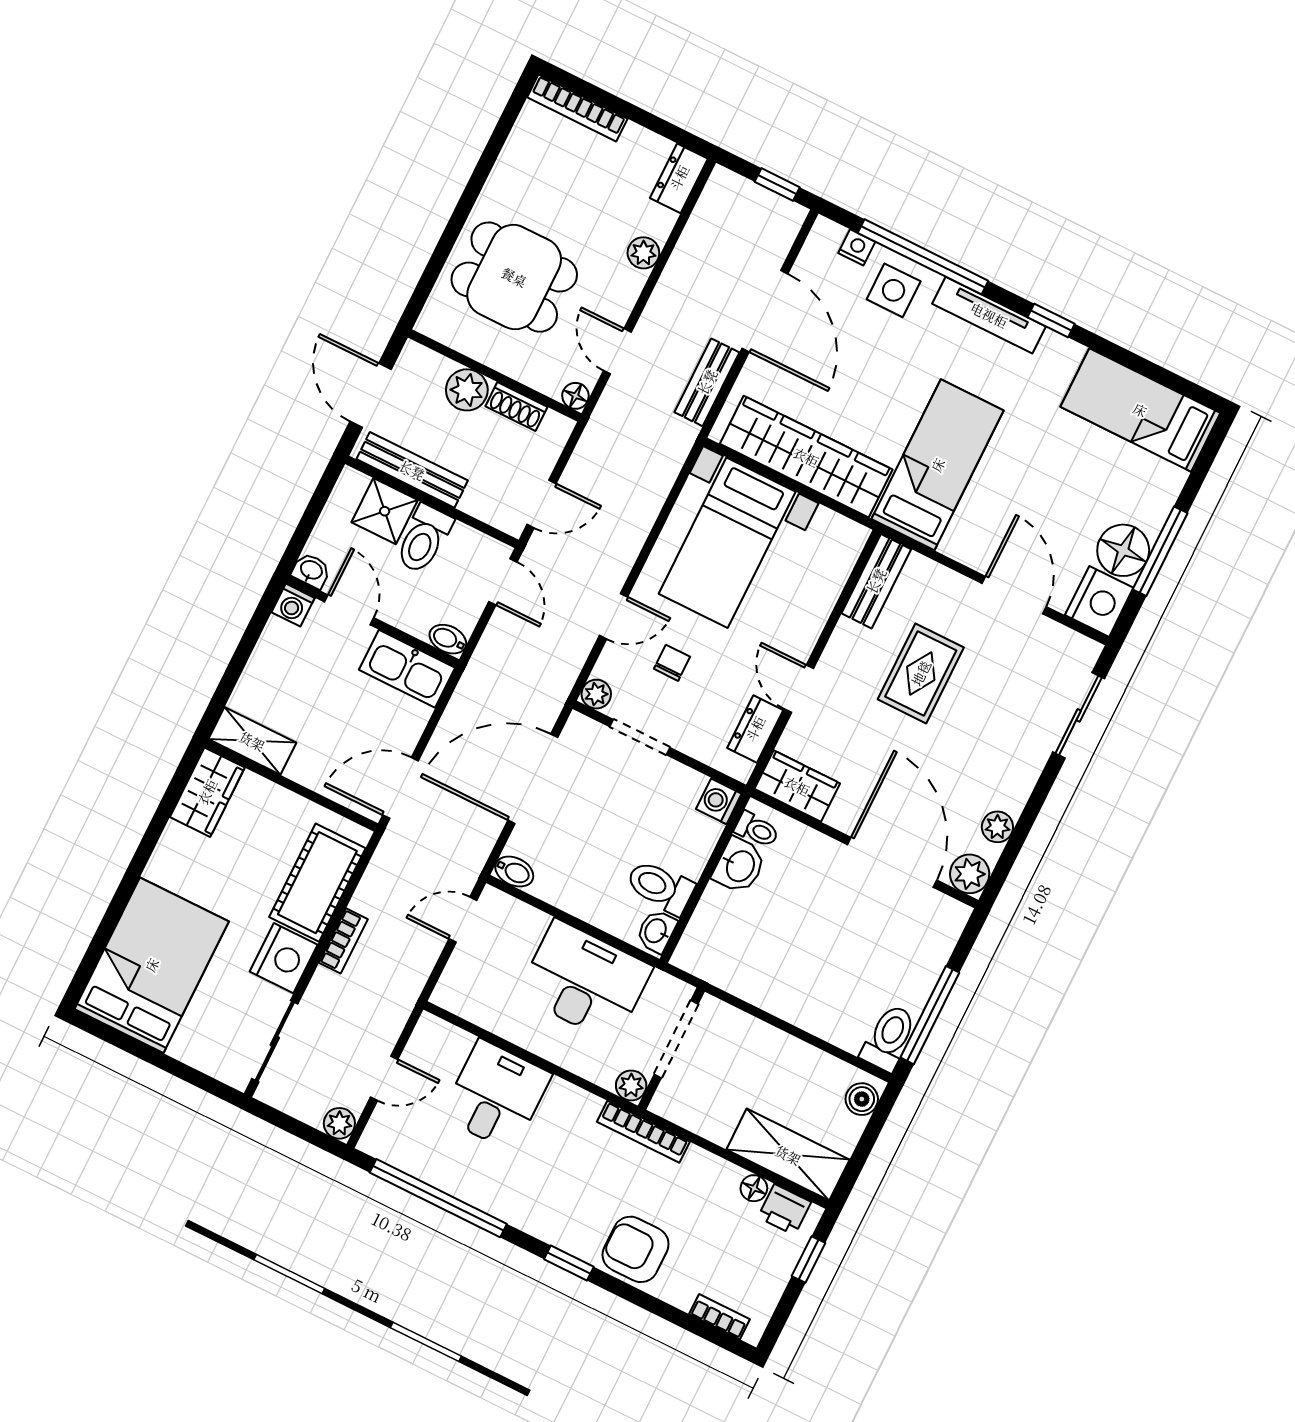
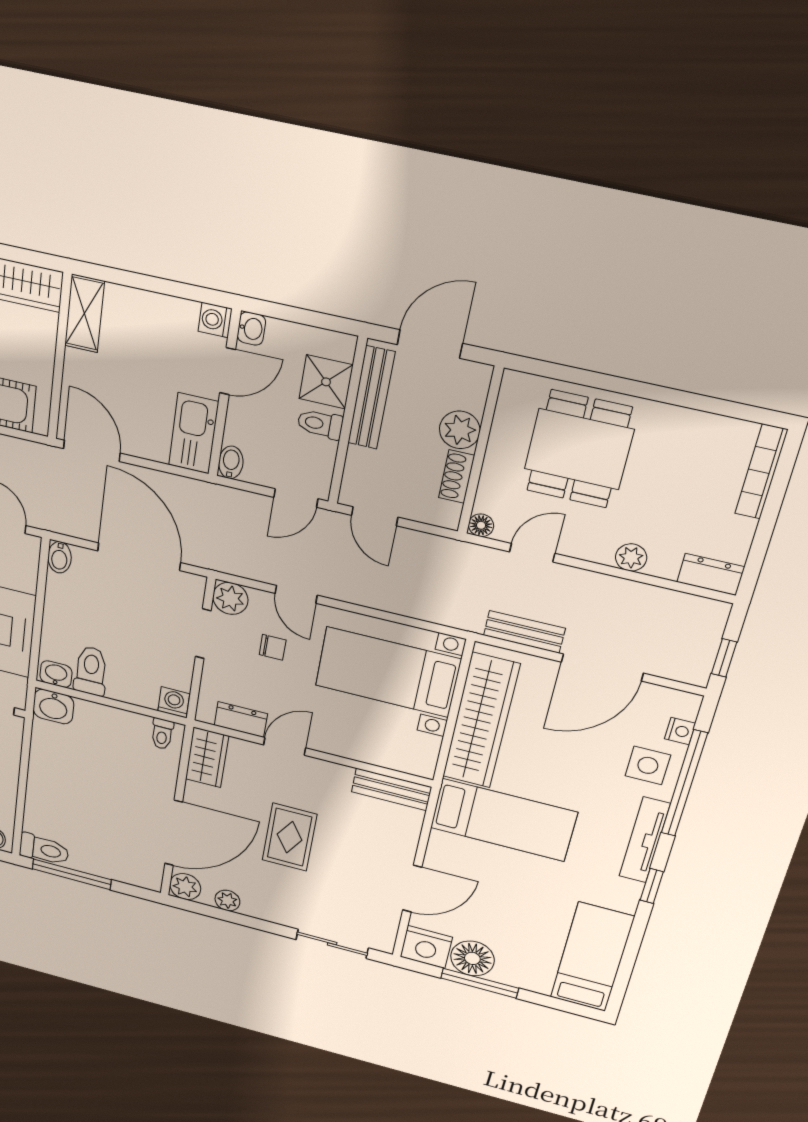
toilet: (424, 539) -> (320, 424), width x0.73, depth x0.72
rug: (921, 673) -> (290, 837), moved, turned 90
plant: (596, 694) -> (230, 598), width x1.38, depth x1.38
washbasin: (739, 866) -> (53, 707), moved

